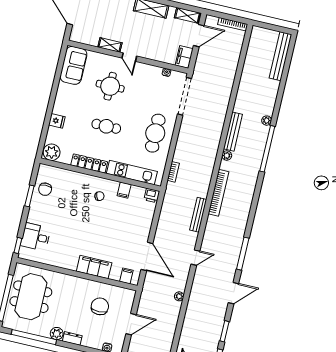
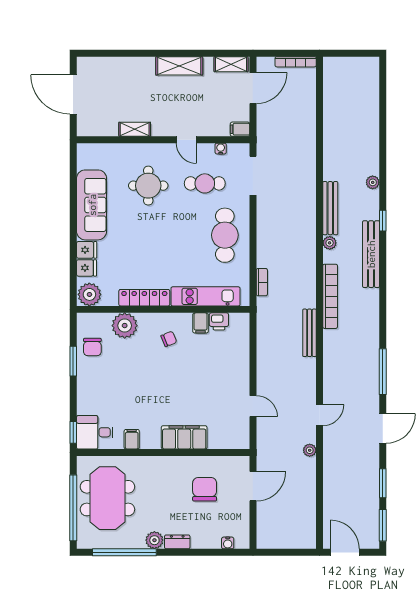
bench: (280, 56) -> (371, 254), moved
door: (129, 57) -> (186, 140), moved
filing cabinet: (184, 57) -> (240, 129), width x0.50
sofa: (73, 65) -> (92, 205), moved, width x1.36
doorway: (185, 96) -> (253, 176), width x0.73
cafe table: (106, 126) -> (205, 183), moved
fridge: (54, 133) -> (86, 268), added
window: (267, 149) -> (383, 221), width x0.32
plant: (71, 180) -> (125, 326), added
printer: (152, 196) -> (219, 321), moved
desk: (36, 237) -> (95, 432), moved
door: (147, 256) -> (253, 406), width x0.53
door: (195, 258) -> (319, 415), moved
filing cabinet: (126, 276) -> (132, 439), moved
door: (131, 324) -> (253, 486), moved

